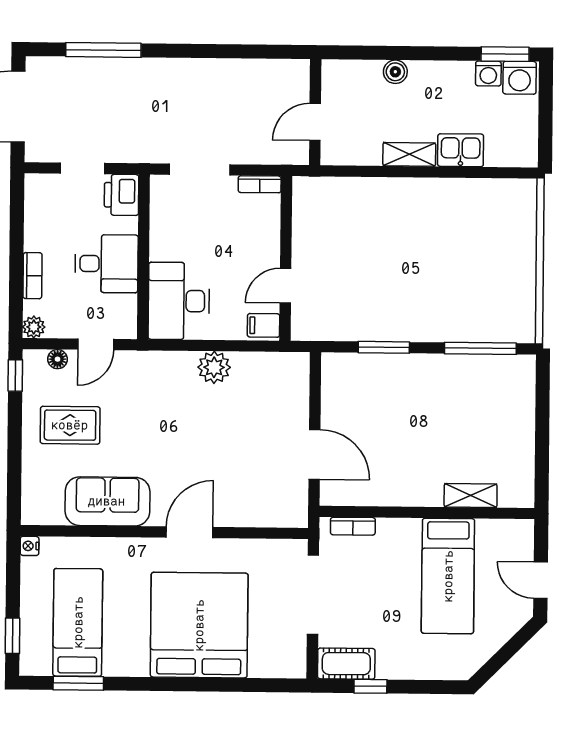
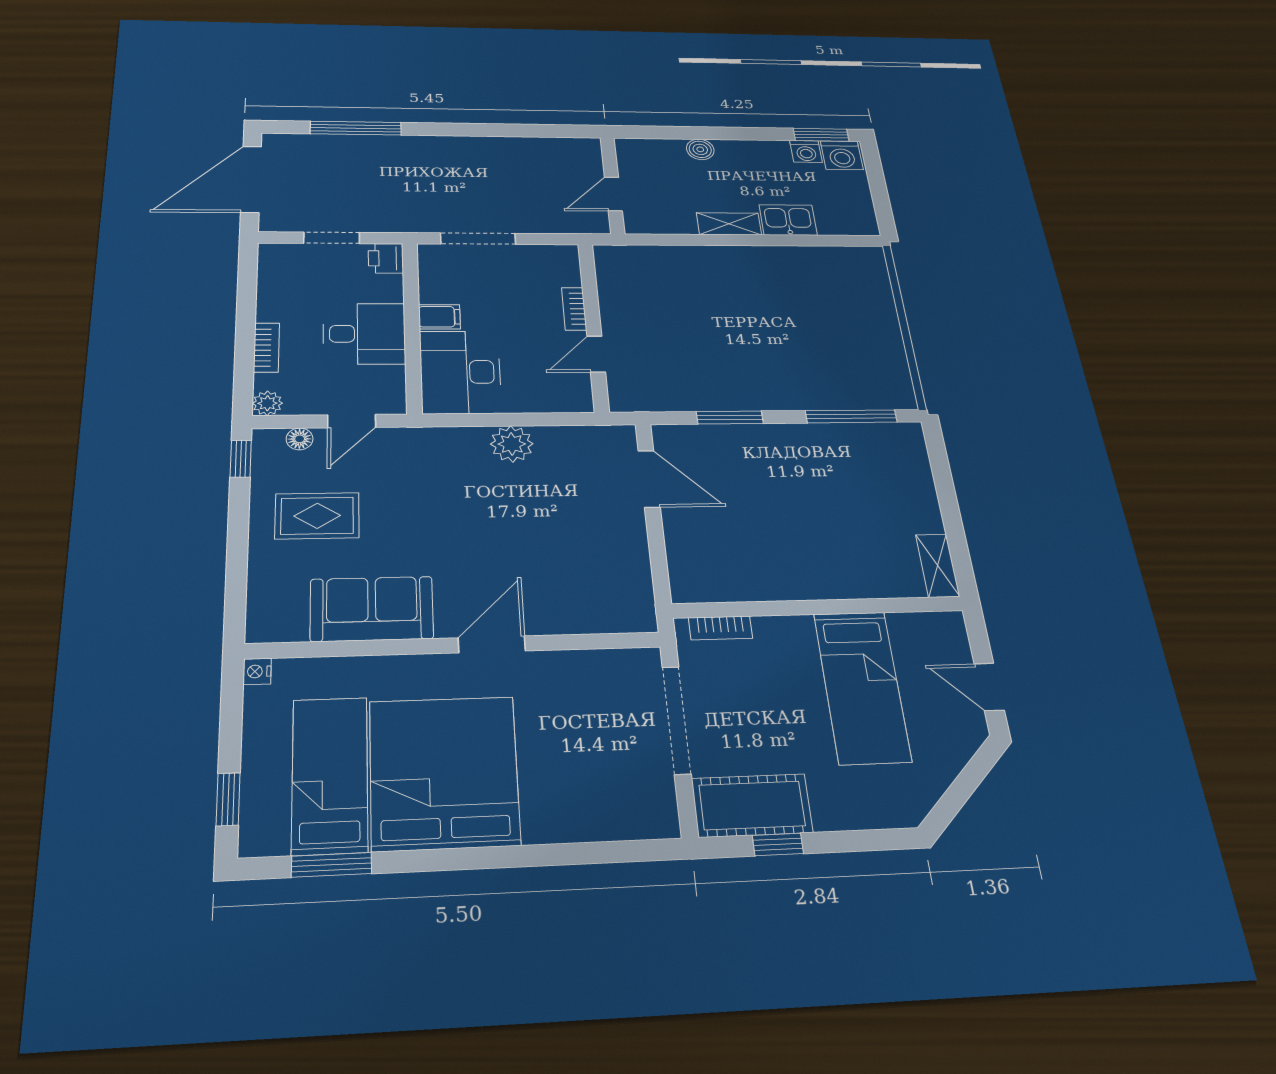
bookcase: (260, 184) -> (574, 309), moved, turned 90
printer: (122, 195) -> (386, 258), width x0.73, depth x0.81
filing cabinet: (264, 325) -> (439, 317), moved, turned 180
door: (314, 454) -> (649, 479), moved
shelving: (471, 495) -> (938, 565), moved, turned 90
bed: (199, 625) -> (444, 772), moved
cot: (346, 664) -> (752, 805), width x1.37, depth x1.34

